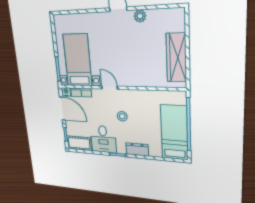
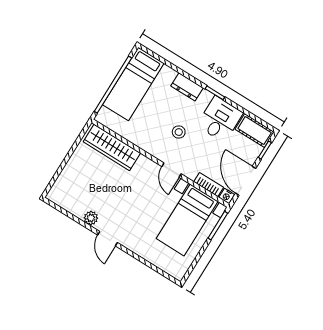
wardrobe: (176, 58) -> (112, 147), moved, turned 90

